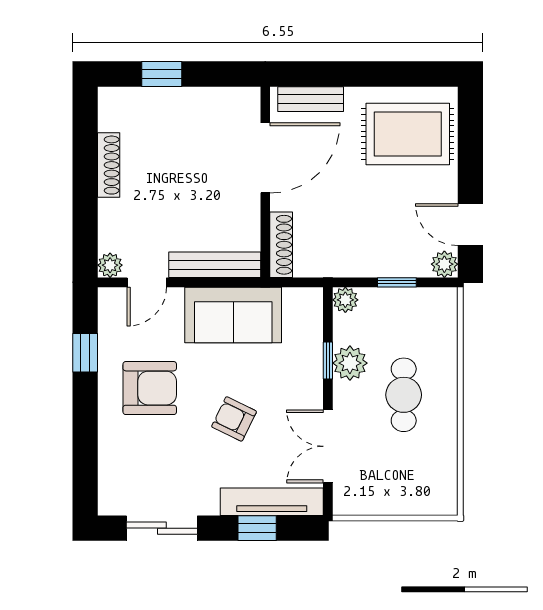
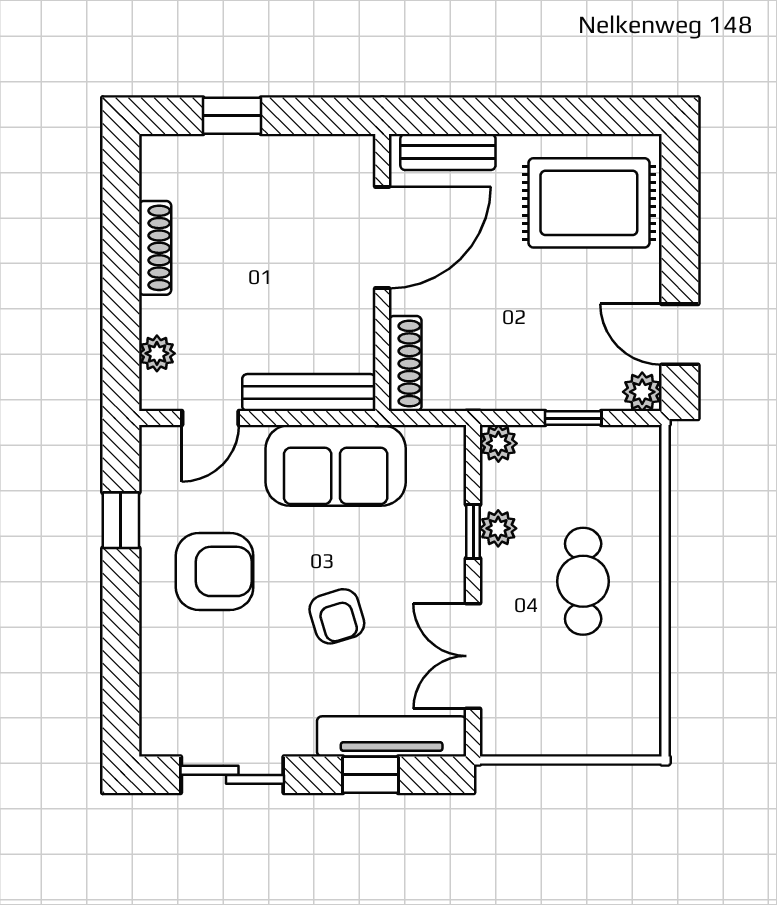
plant: (110, 265) -> (157, 353), moved
plant: (350, 363) -> (498, 528), width x0.73, depth x0.73
armchair: (234, 419) -> (337, 616), turned -133

